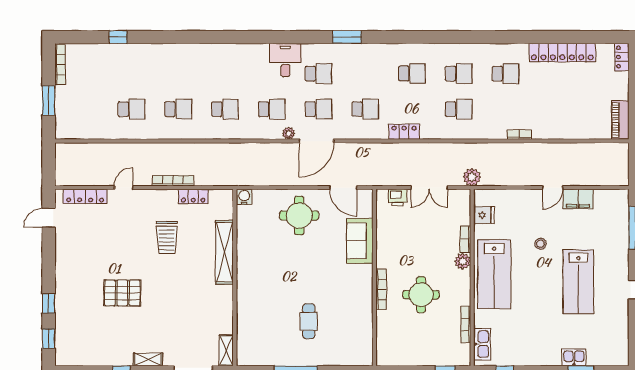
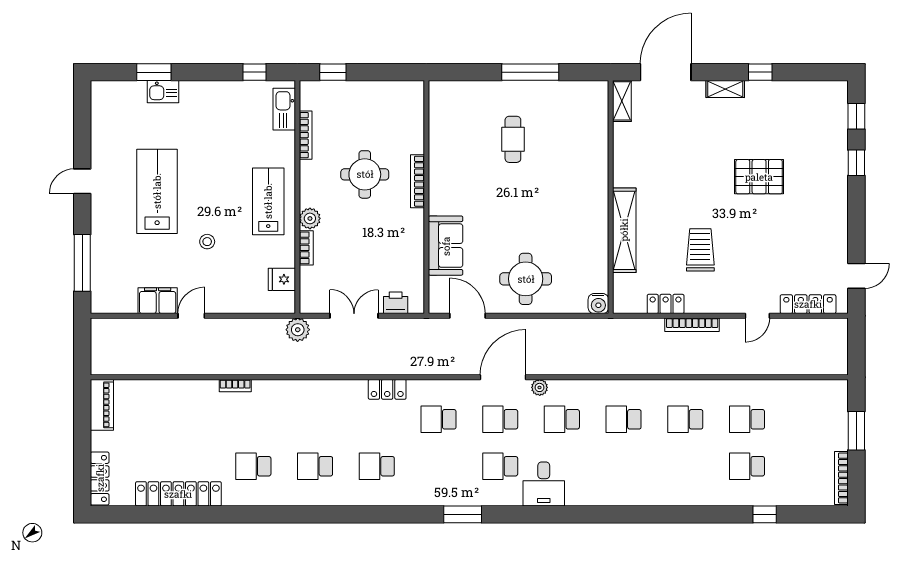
locker: (622, 57) -> (100, 478), width x1.53
school desk: (459, 109) -> (747, 466), moved
lab bench: (494, 274) -> (268, 201), width x0.73, depth x0.72

